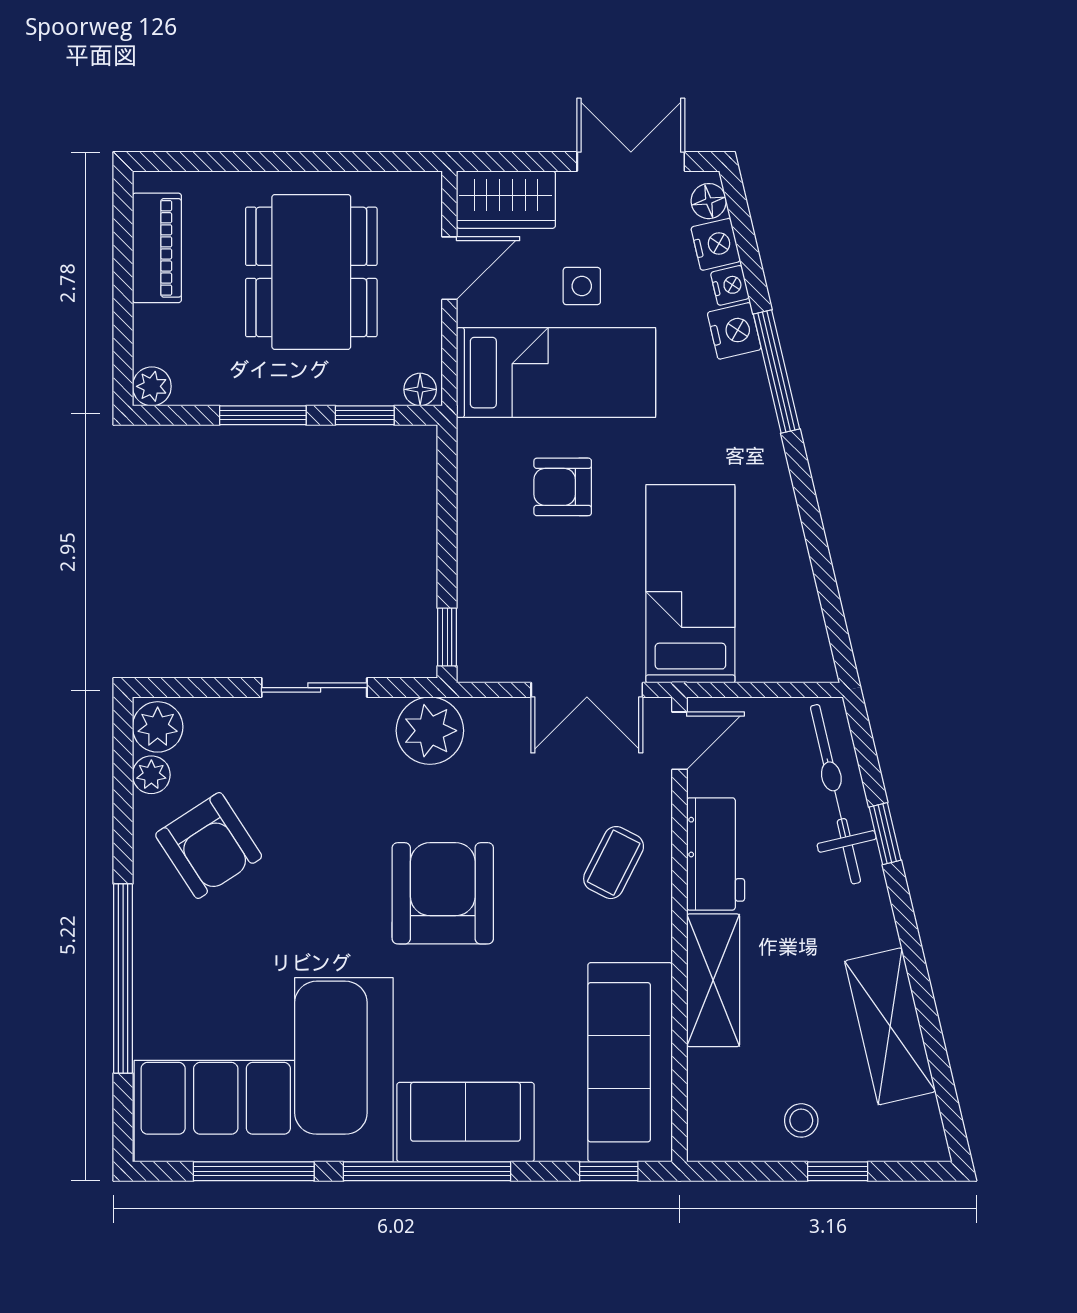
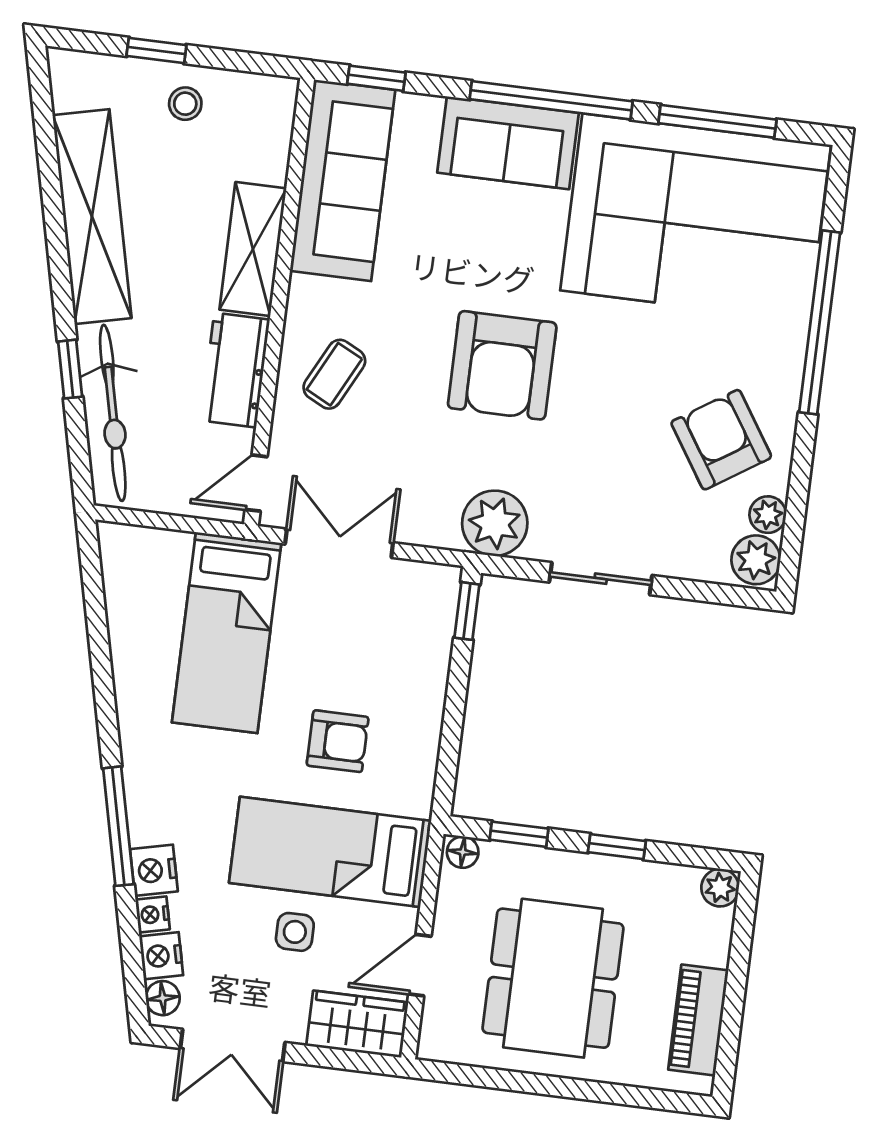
window: (263, 415) -> (617, 847), width x0.67
shelving: (890, 1026) -> (92, 217), width x1.47

